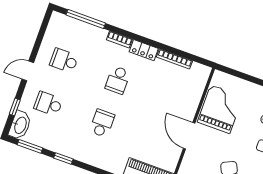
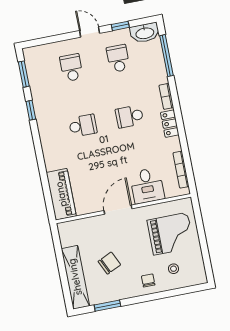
bookcase: (174, 59) -> (181, 170), moved
desk: (184, 100) -> (147, 186), added
window: (15, 107) -> (120, 26), moved
grand piano: (220, 109) -> (171, 234), moved
washbasin: (20, 125) -> (145, 33), moved

